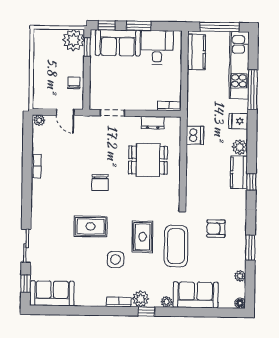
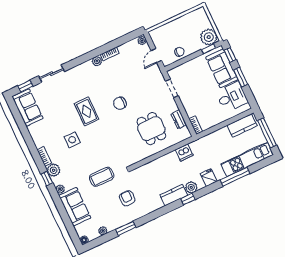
window: (251, 182) -> (188, 199), moved
plant: (37, 185) -> (97, 61), added
rug: (142, 237) -> (97, 151), removed
coffee table: (176, 246) -> (102, 177), width x0.73, depth x0.76

